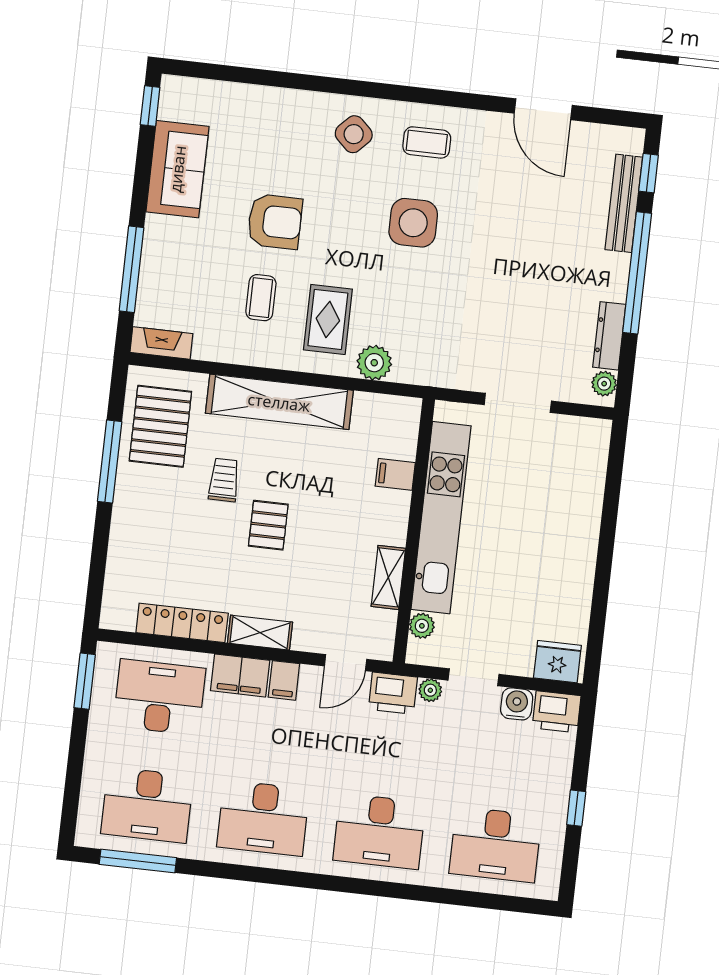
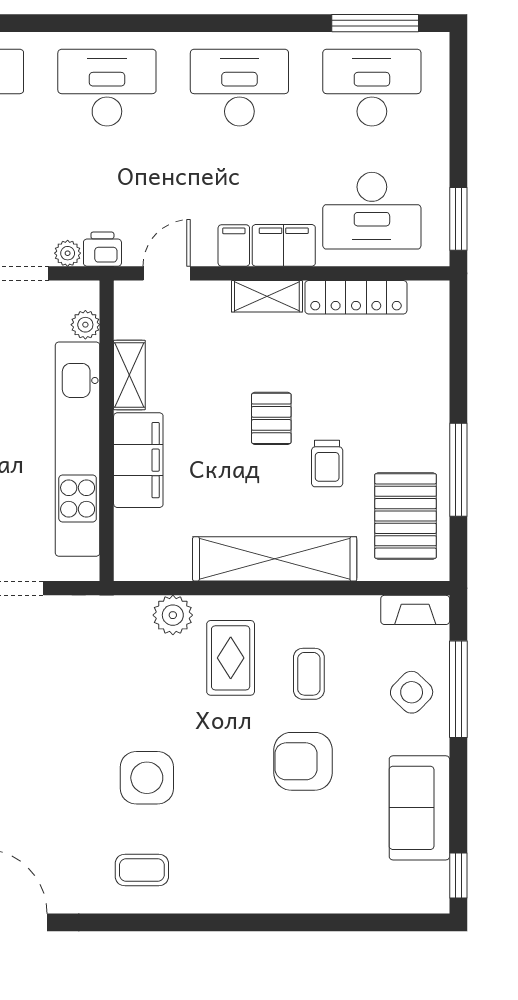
side table: (354, 134) -> (412, 692), moved
filing cabinet: (395, 474) -> (138, 460), width x3.00, depth x1.17
printer: (393, 693) -> (102, 249), width x0.73, depth x0.81

